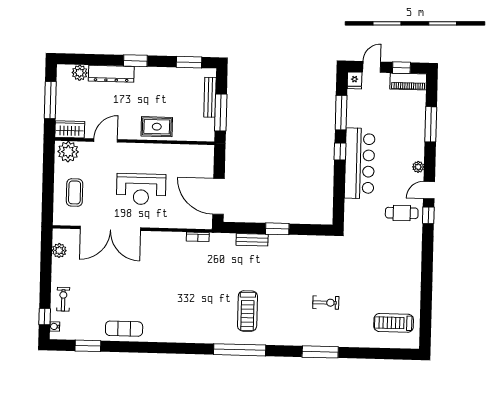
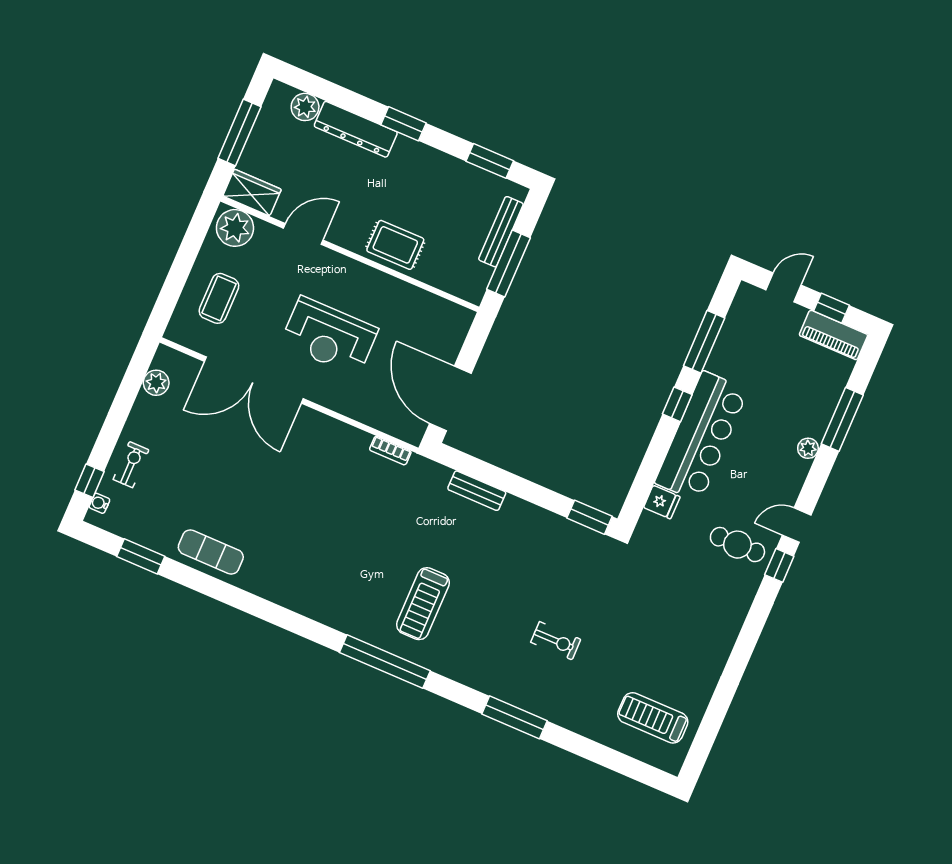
fridge: (355, 80) -> (662, 502), moved, turned -90
plant: (418, 167) -> (808, 448), moved
window: (277, 229) -> (590, 517), moved

